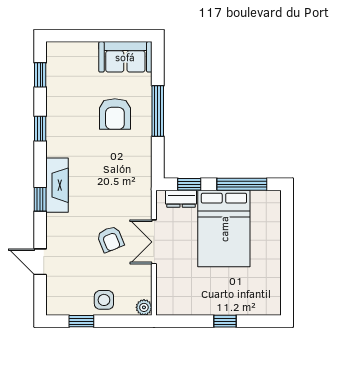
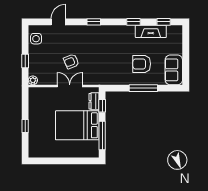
fireplace: (57, 185) -> (151, 31), moved
side table: (104, 300) -> (36, 39), moved
window: (81, 321) -> (25, 61), moved

